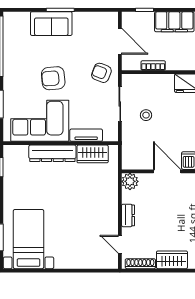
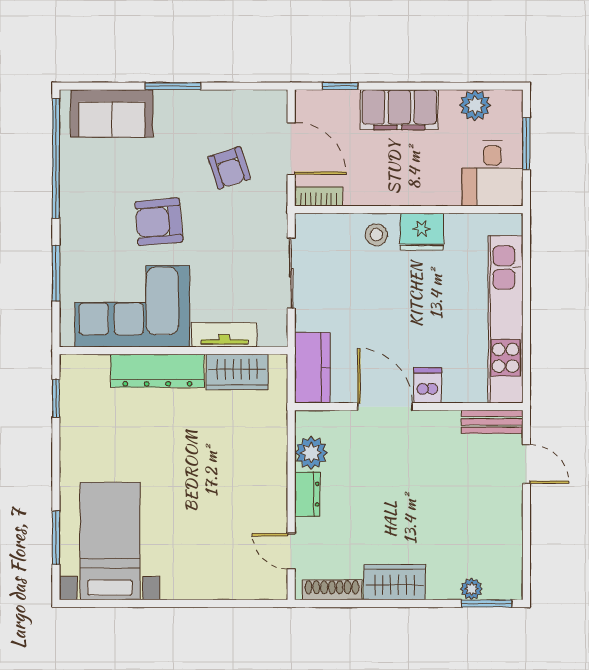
sofa: (51, 24) -> (112, 113), moved
bookcase: (153, 65) -> (319, 196), moved
armchair: (101, 73) -> (229, 168), moved, turned -129
stool: (146, 115) -> (376, 235), moved
kitchen counter: (130, 152) -> (312, 368), added
plant: (130, 181) -> (311, 453), moved

